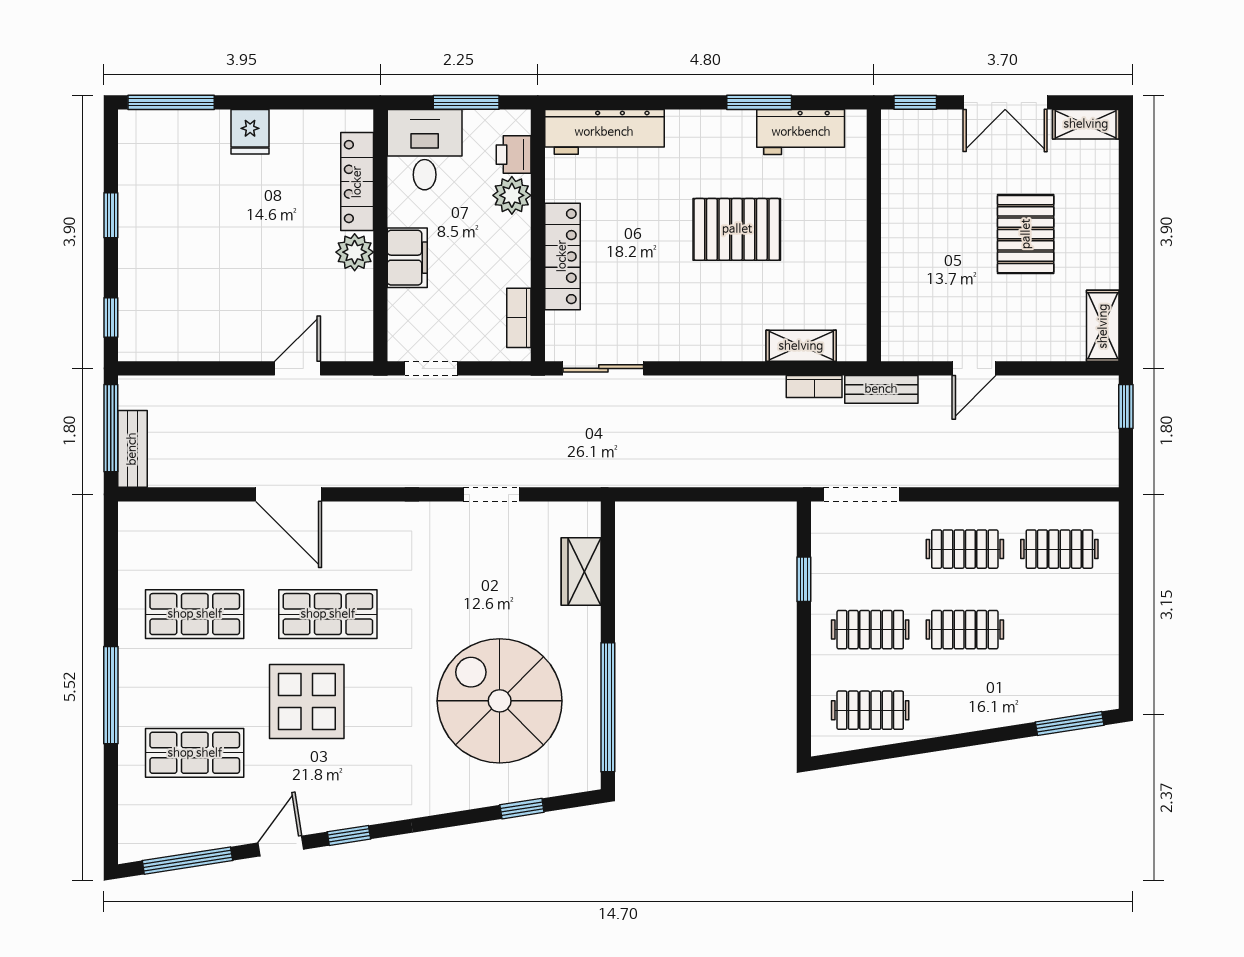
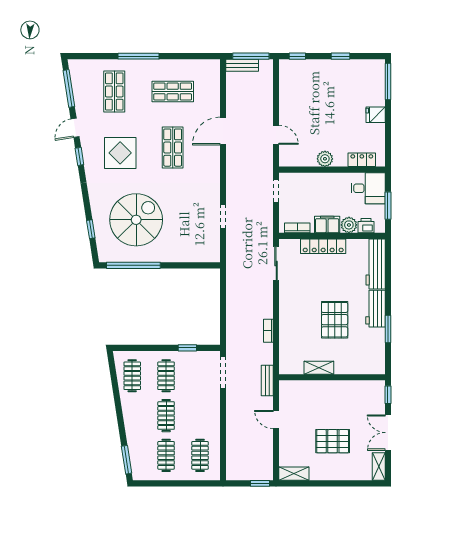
workbench: (801, 132) -> (376, 309), moved
locker: (357, 182) -> (362, 160), width x0.66
filing cabinet: (407, 258) -> (327, 225), moved, turned 180
shelving: (801, 346) -> (319, 368), moved, turned 90
bookcase: (814, 387) -> (268, 331), moved
clothes rail: (965, 549) -> (166, 455), moved
wardrobe: (581, 571) -> (191, 254), removed
shop shelf: (195, 614) -> (173, 92), turned 90
display table: (307, 701) -> (120, 153), moved
door: (281, 846) -> (75, 128), swing flipped

